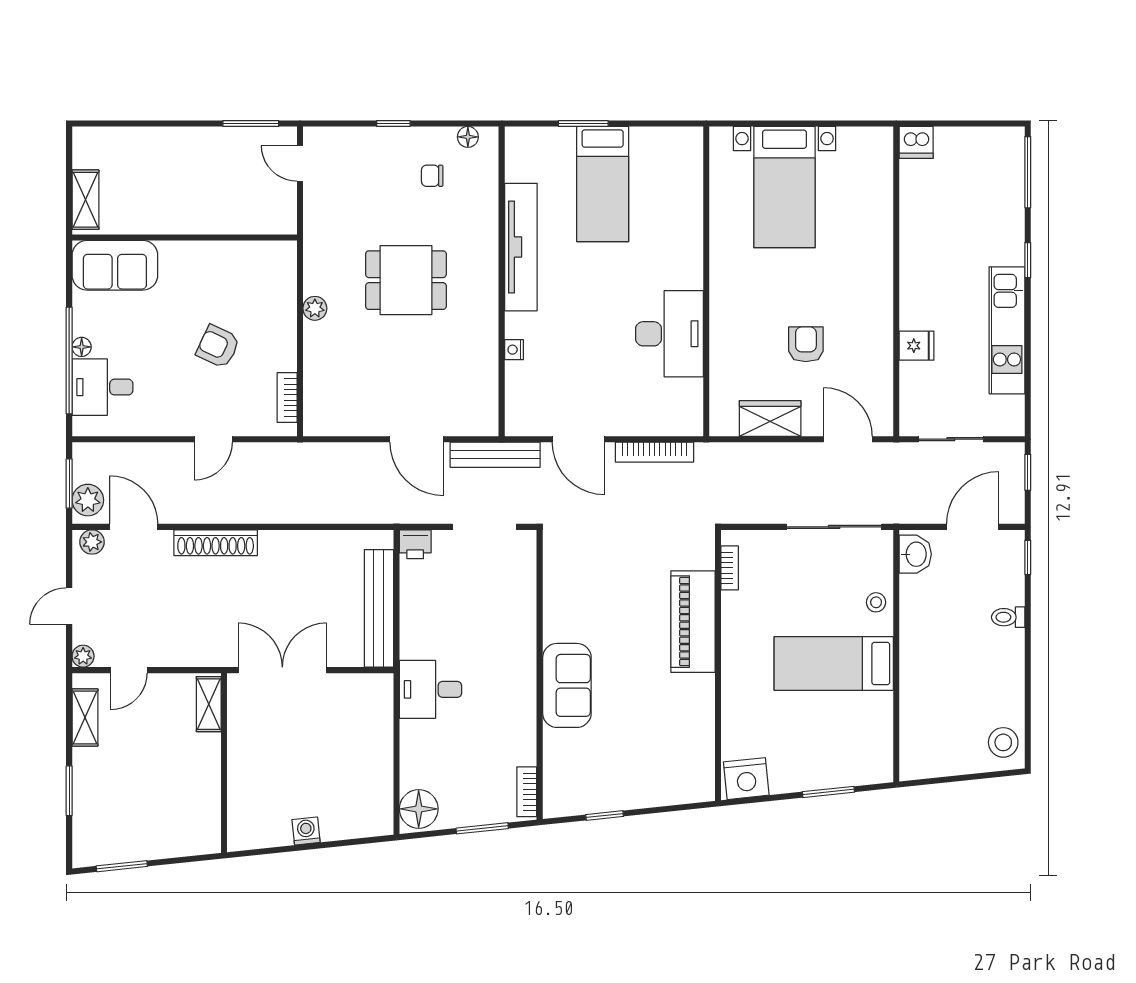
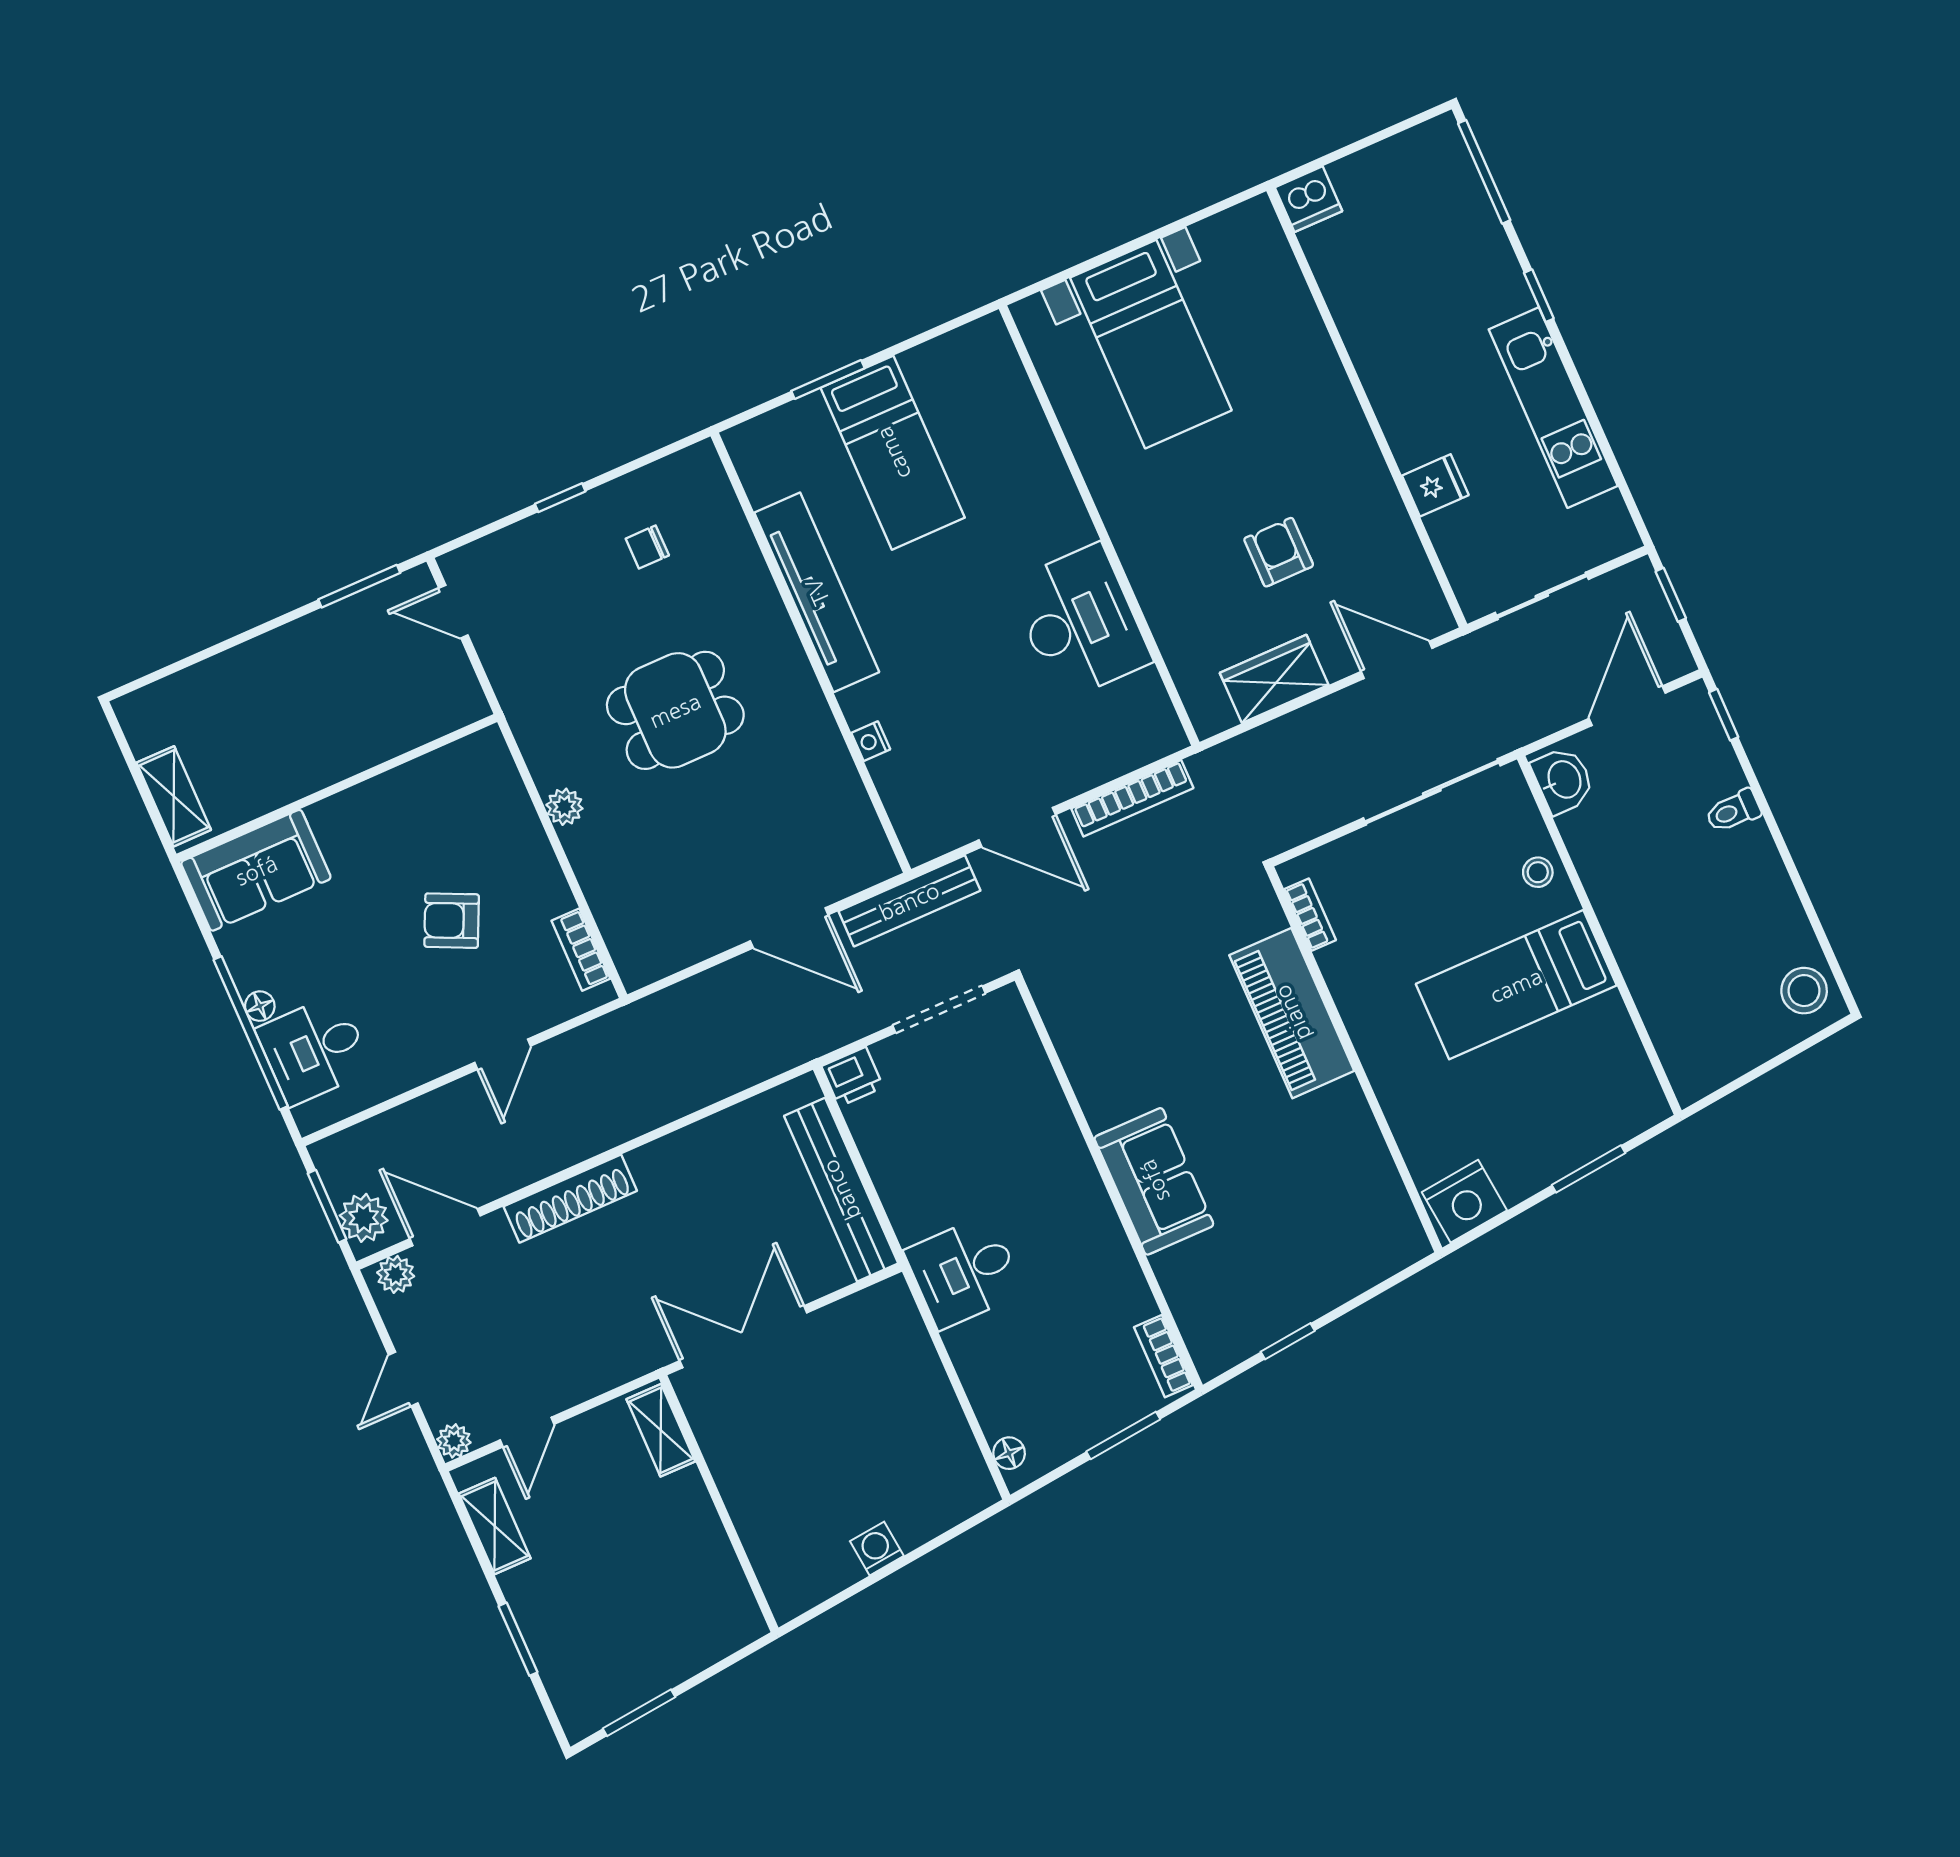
floor lamp: (468, 137) -> (673, 470), removed
floor lamp: (419, 809) -> (1009, 1453), width x0.53, depth x0.53

